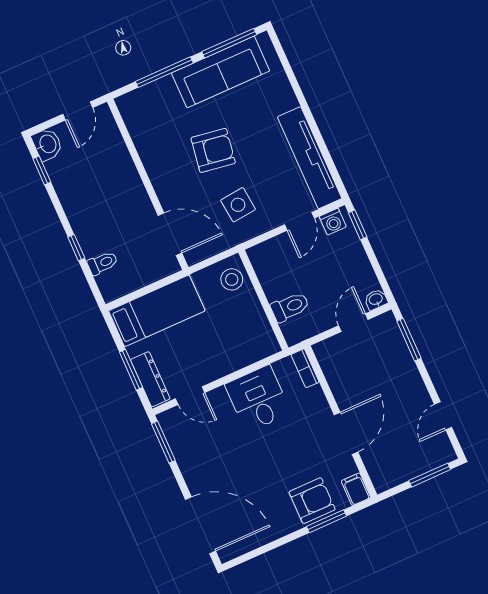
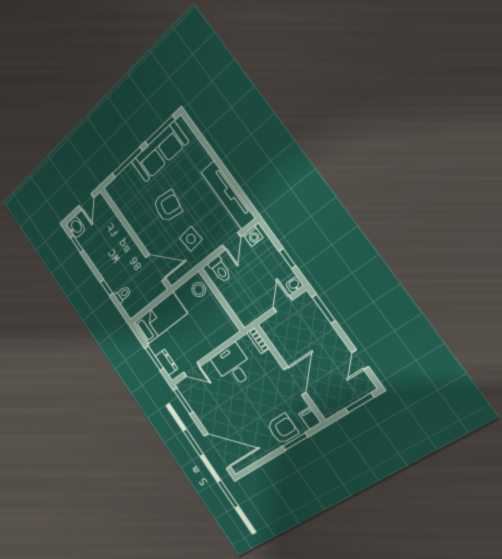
window: (358, 225) -> (287, 259), moved
toilet: (290, 307) -> (220, 269), moved, turned 90
dresser: (150, 379) -> (166, 362), width x0.70

